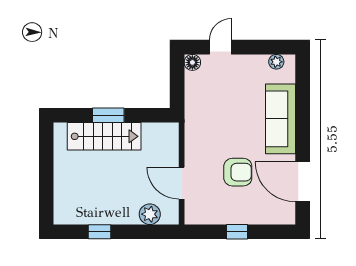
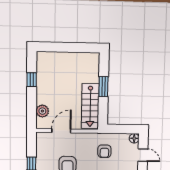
armchair: (215, 111) -> (104, 151), added
stairs: (104, 136) -> (90, 106), moved

